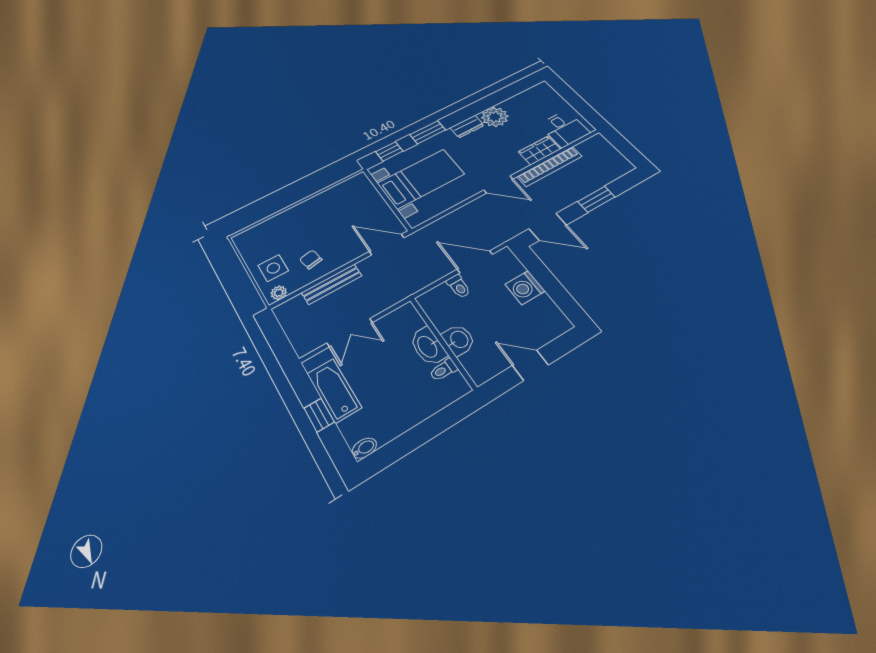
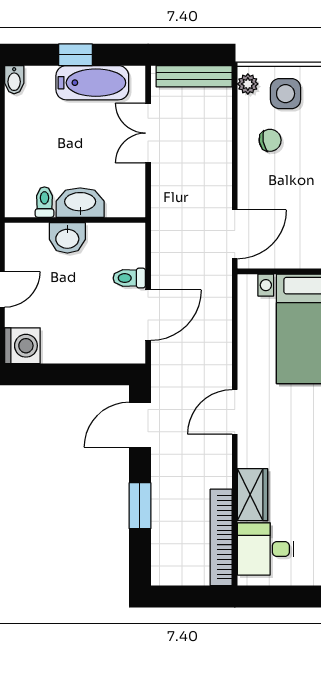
bookcase: (550, 166) -> (221, 537), moved
bench: (332, 284) -> (194, 76), moved, turned 90
washing machine: (525, 288) -> (22, 346), moved, turned 90

